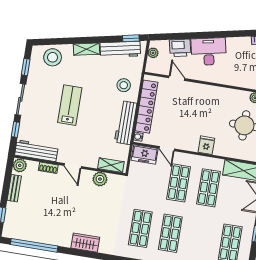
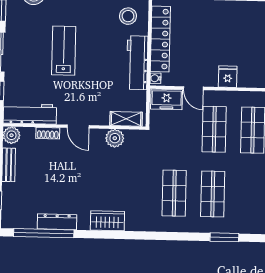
fridge: (206, 145) -> (228, 77), moved
dresser: (46, 238) -> (57, 222), added

